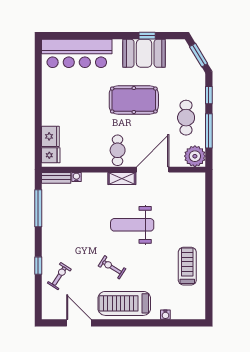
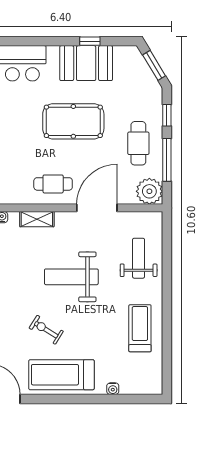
cafe table: (118, 150) -> (53, 184), turned 90
shelving: (122, 178) -> (37, 219), moved
weight bench: (186, 210) -> (139, 258), added

